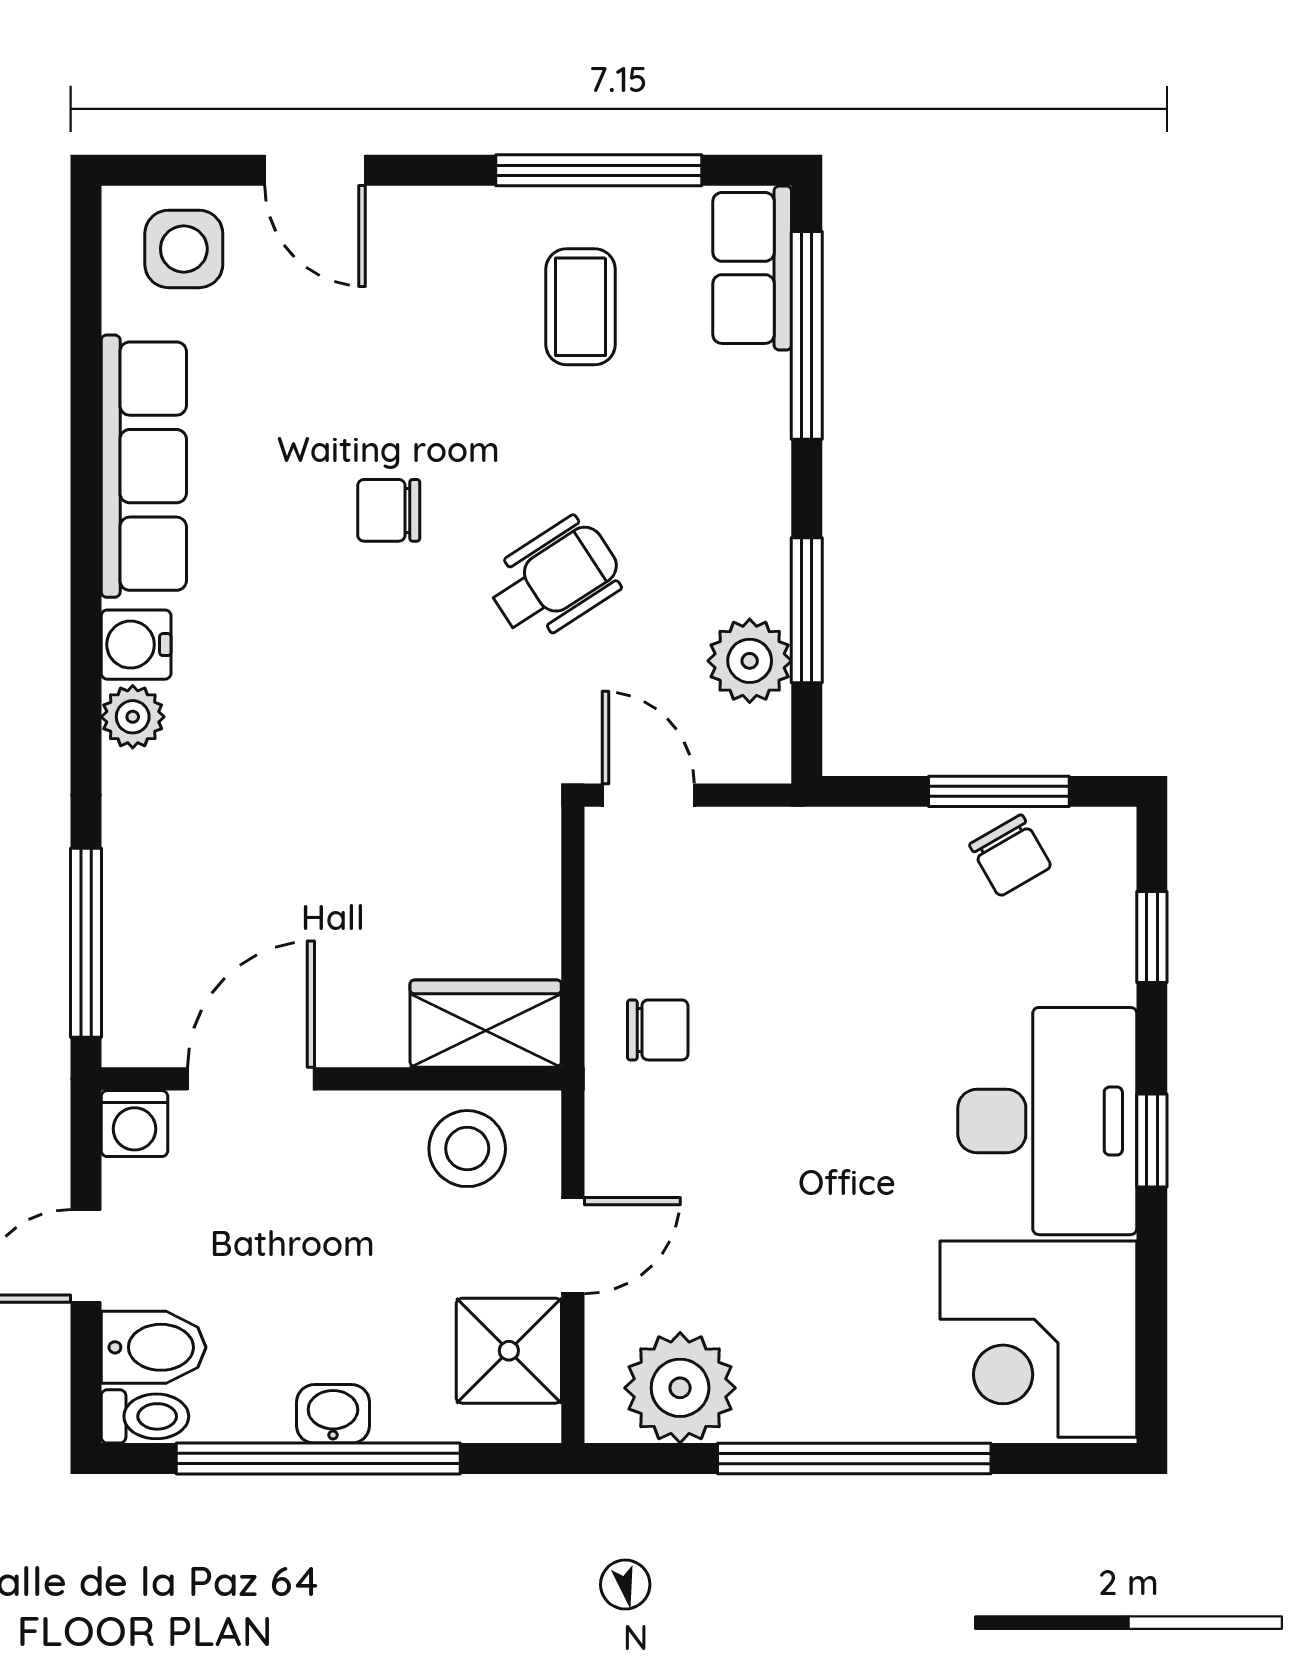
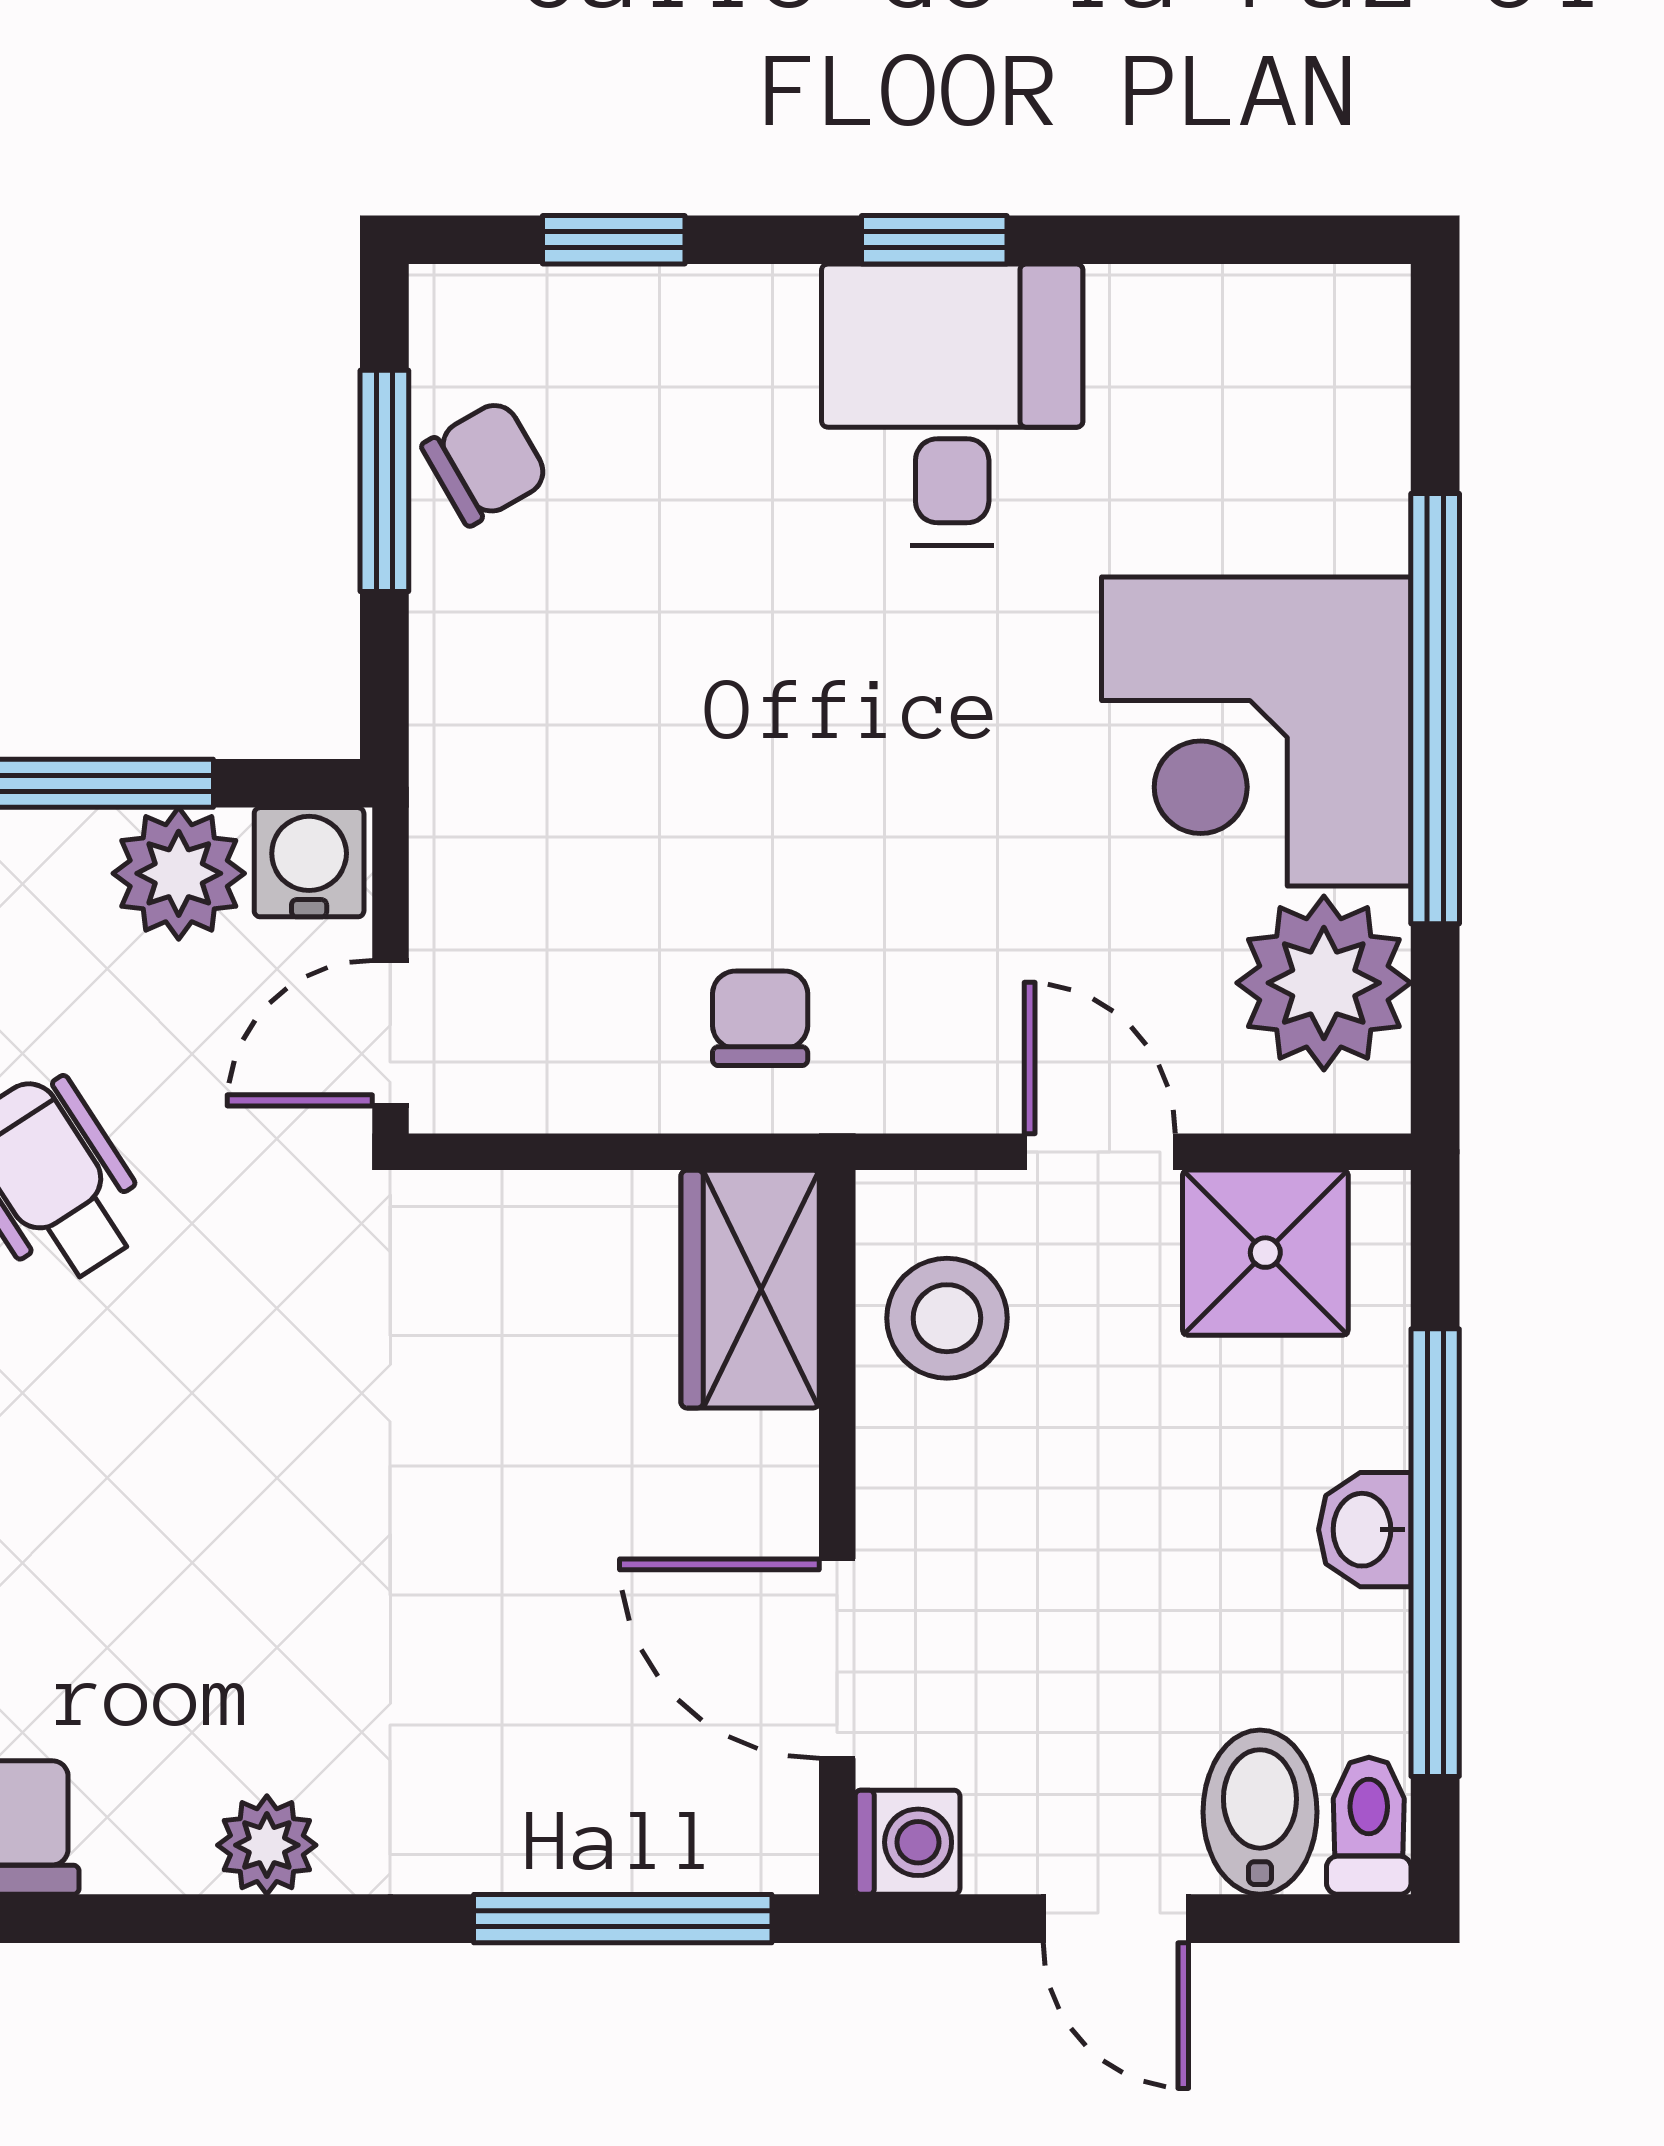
water cooler: (136, 645) -> (309, 862), moved, turned 180
desk: (1047, 1121) -> (952, 405), width x0.73
corner desk: (1038, 1339) -> (1256, 732), moved, turned 90

